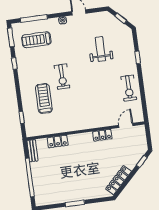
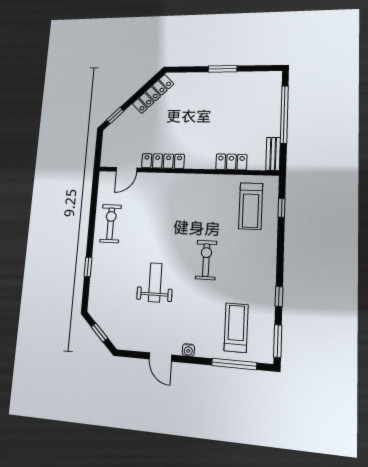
treadmill: (36, 40) -> (236, 328), turned -90
weight bench: (100, 49) -> (155, 282), moved, turned 180
treadmill: (44, 99) -> (251, 206), moved
locker: (102, 135) -> (163, 161), width x1.53

